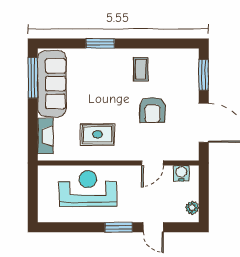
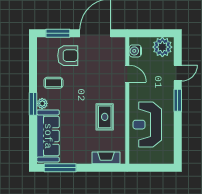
window: (100, 43) -> (33, 104), moved
plant: (115, 55) -> (42, 103), added
sofa: (52, 84) -> (48, 136), moved, turned 90
armchair: (152, 110) -> (68, 56), moved
plant: (192, 208) -> (162, 47), width x1.88, depth x1.88

